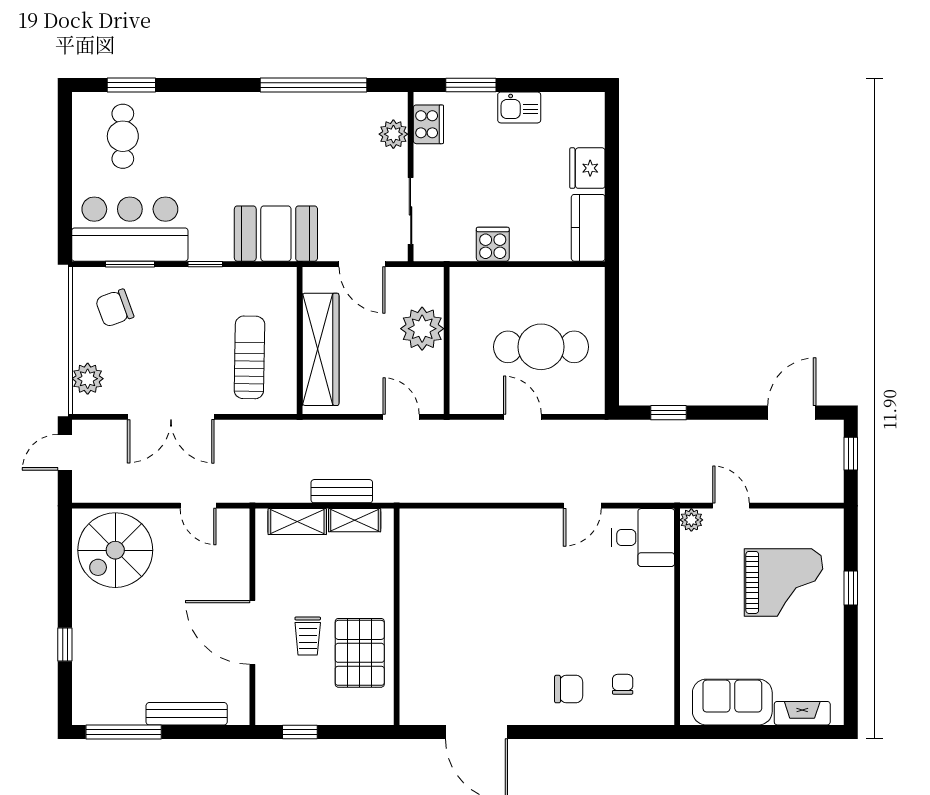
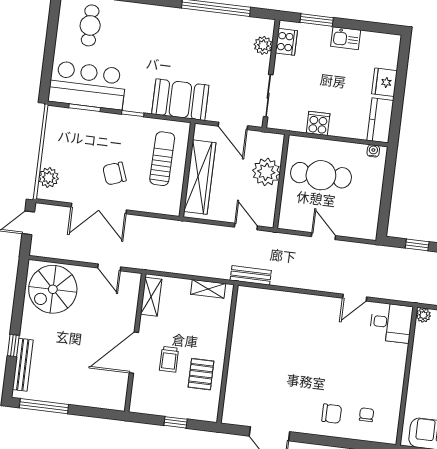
water cooler: (583, 276) -> (373, 151), added
chair: (115, 308) -> (115, 173), moved
cafe table: (541, 347) -> (321, 175), moved
sun lounger: (249, 357) -> (162, 159), moved
bench: (342, 491) -> (251, 275), moved
shelving: (297, 522) -> (151, 297), moved, turned 90
door: (252, 632) -> (134, 353), hinge flipped
pallet: (360, 653) -> (201, 374), width x0.67, depth x0.71
bench: (187, 714) -> (23, 365), moved, turned 90
window: (300, 732) -> (176, 422), moved

